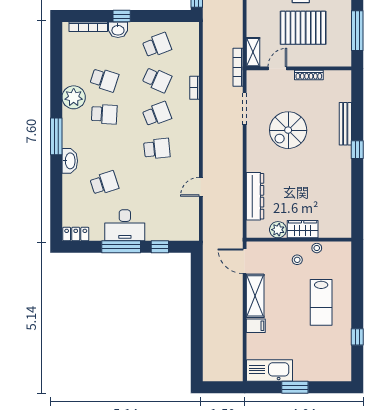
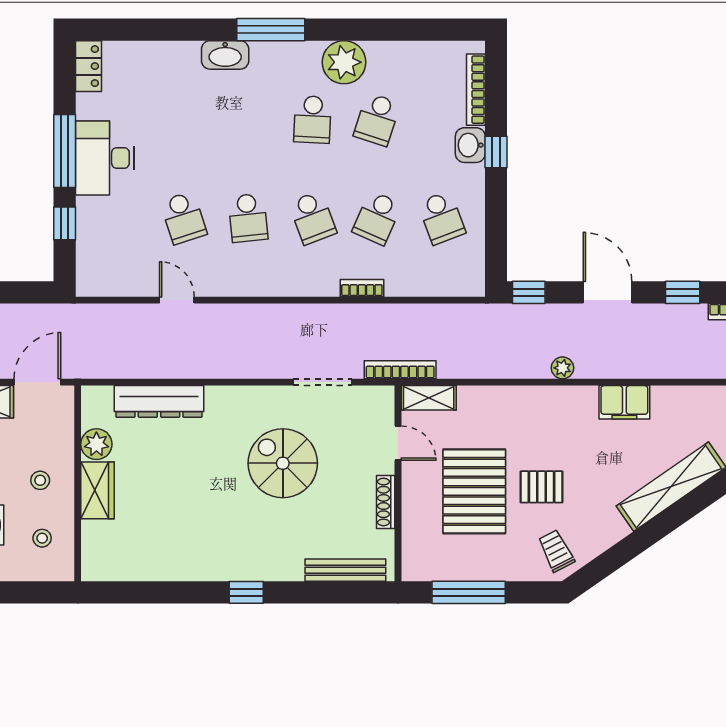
bench: (345, 124) -> (345, 570), moved
school desk: (104, 183) -> (184, 218), moved
stool: (317, 248) -> (42, 538), moved

